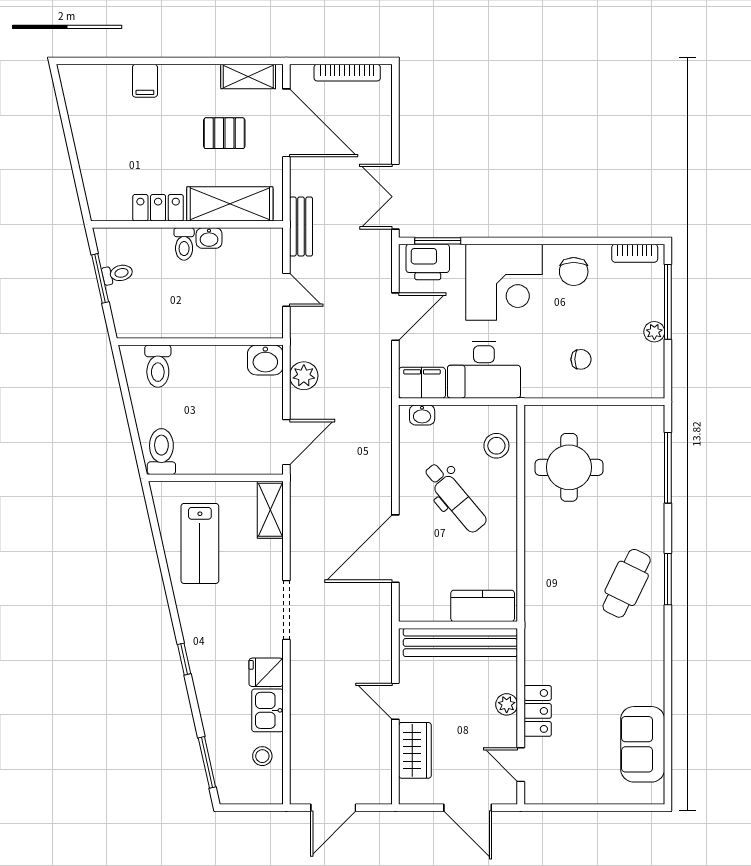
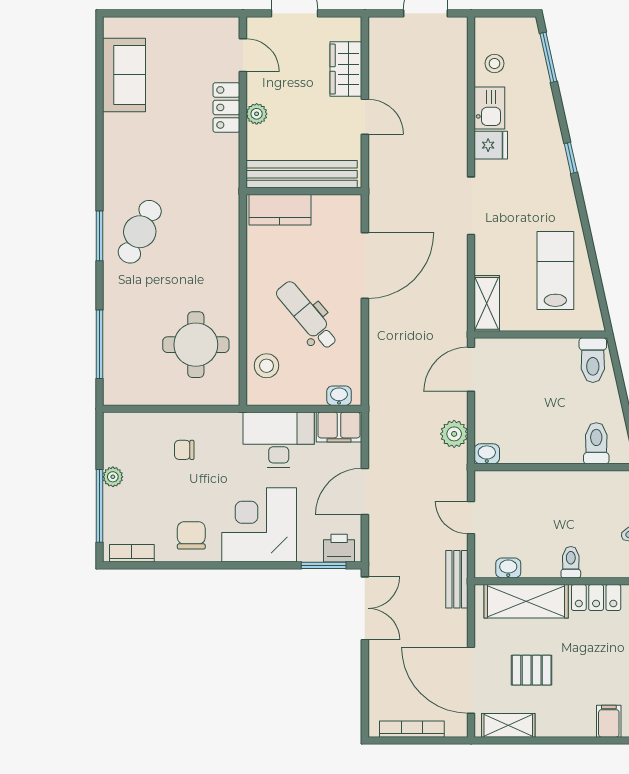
washbasin: (209, 238) -> (508, 568), moved
printer: (428, 262) -> (339, 548), width x0.73, depth x0.81
washbasin: (265, 360) -> (487, 454), width x0.72, depth x0.69

